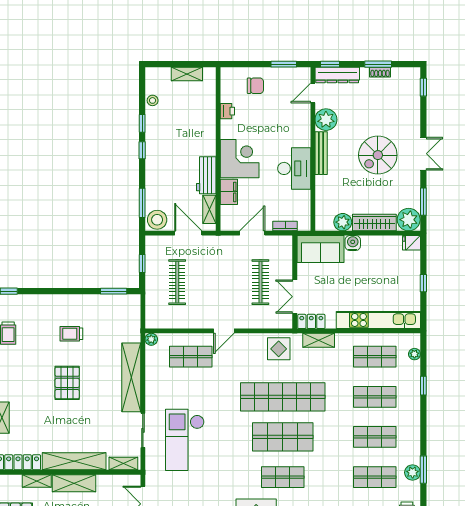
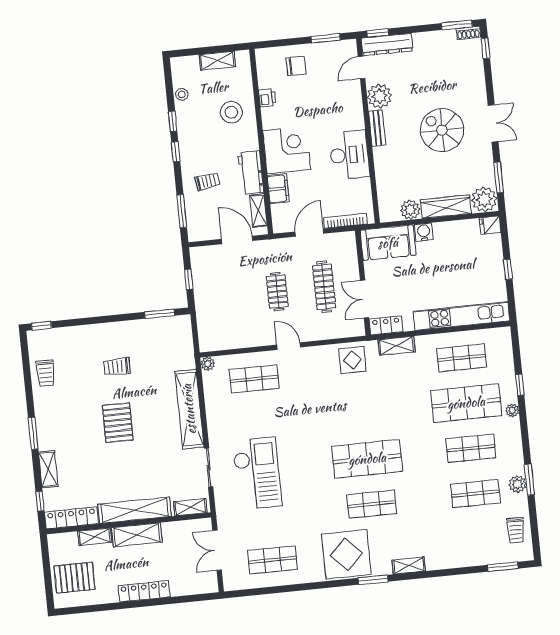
window: (378, 64) -> (457, 25), moved
shoe rack: (380, 72) -> (468, 33), moved
bench: (321, 153) -> (377, 128), width x0.73
spiral stairs: (378, 155) -> (442, 130), turned 90
trolley: (167, 179) -> (207, 181), added
stool: (157, 220) -> (231, 112), moved
bookcase: (285, 226) -> (346, 221), width x1.56
clothes rail: (177, 282) -> (277, 292), moved, width x0.73
door: (224, 331) -> (289, 346), swing flipped
plant: (414, 354) -> (512, 410), moved
shop shelf: (283, 397) -> (362, 414), removed
shop shelf: (375, 397) -> (466, 403), width x1.43, depth x1.36
checkout: (185, 440) -> (257, 473), turned 180

